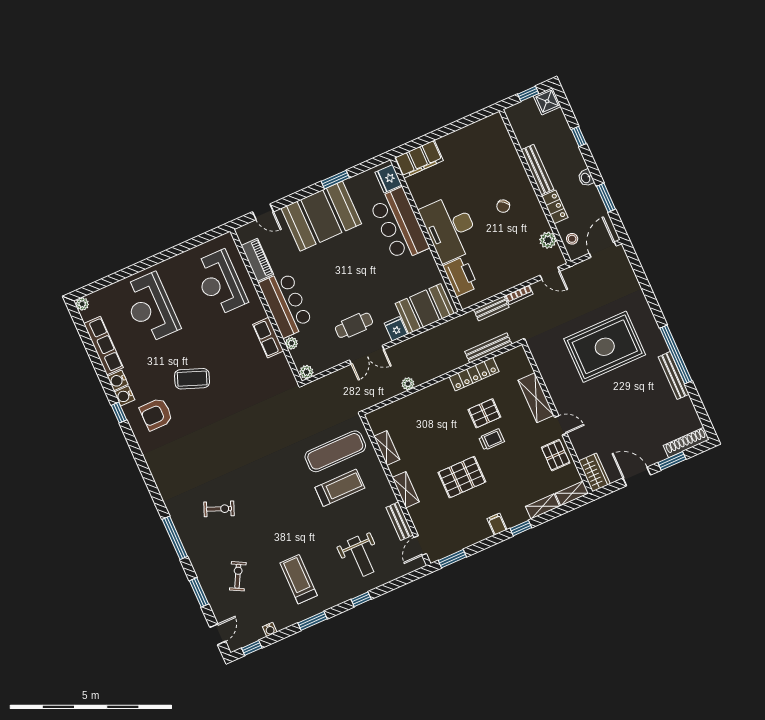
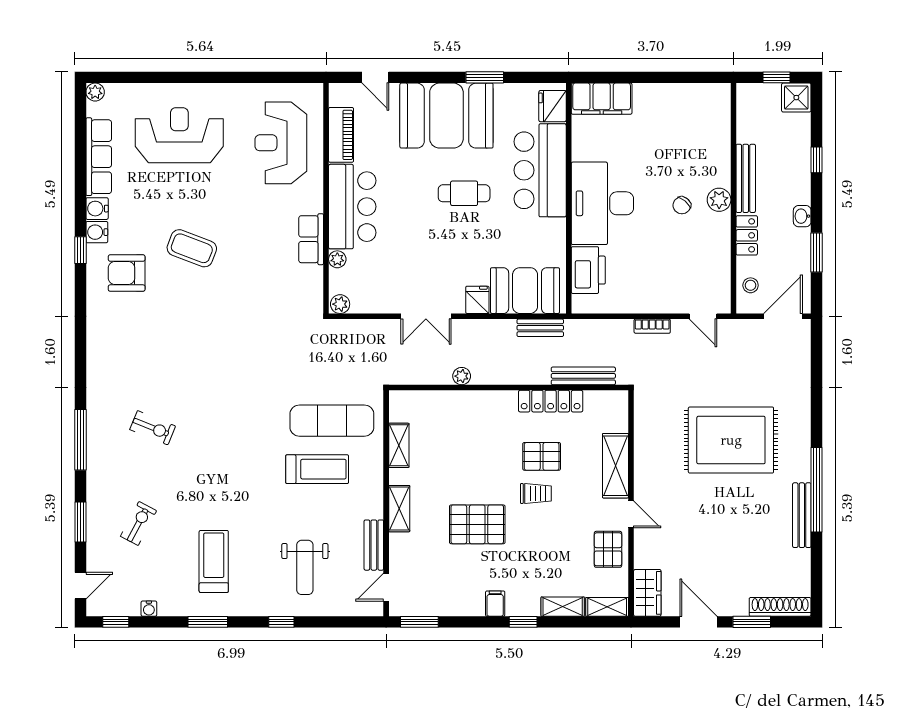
plant: (548, 240) -> (719, 200), moved
reception desk: (151, 308) -> (179, 135), turned 90
bench: (491, 308) -> (540, 328), moved
cafe table: (354, 325) -> (464, 193), moved

